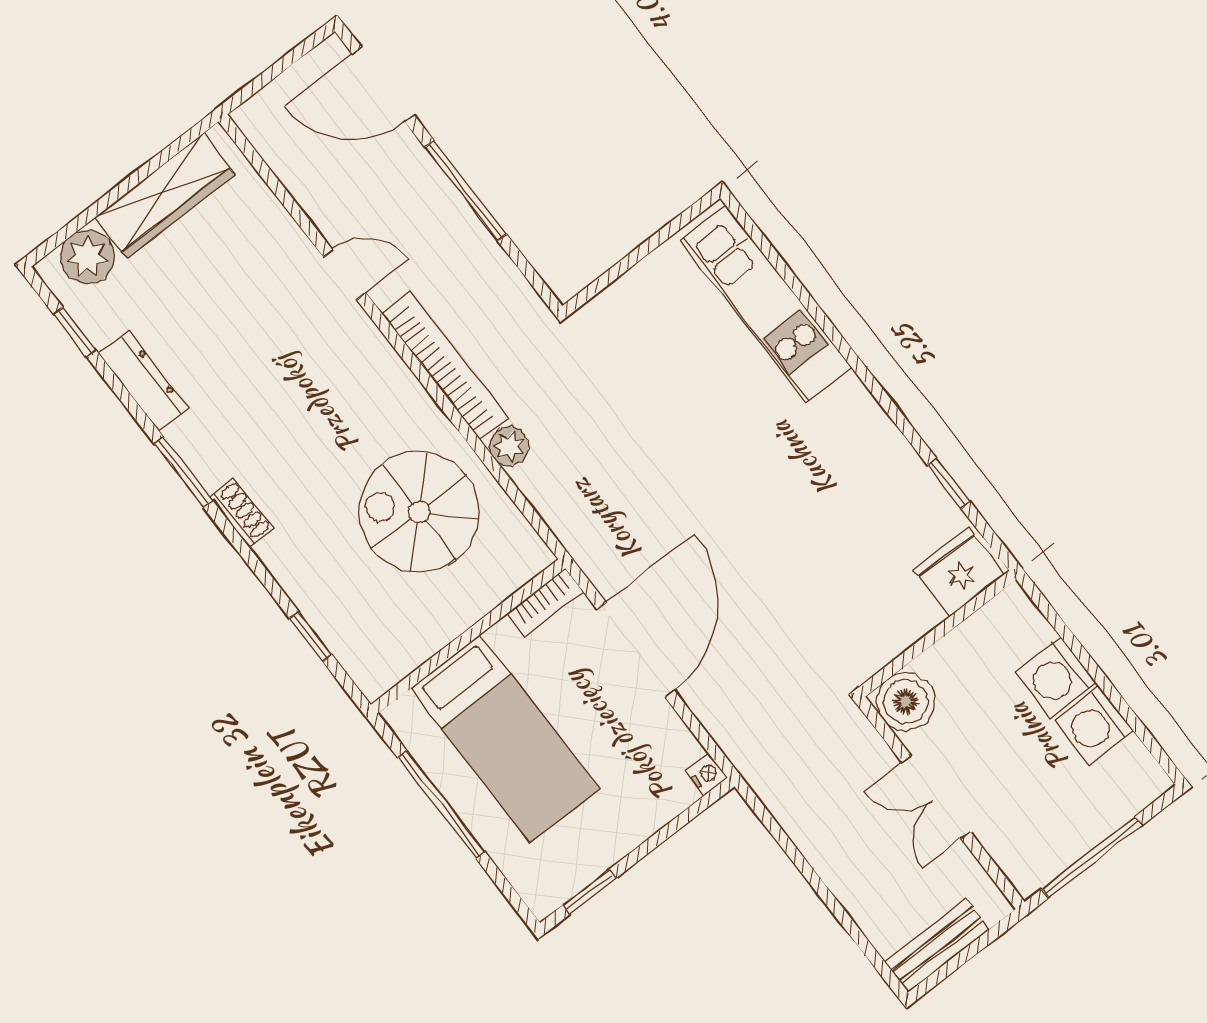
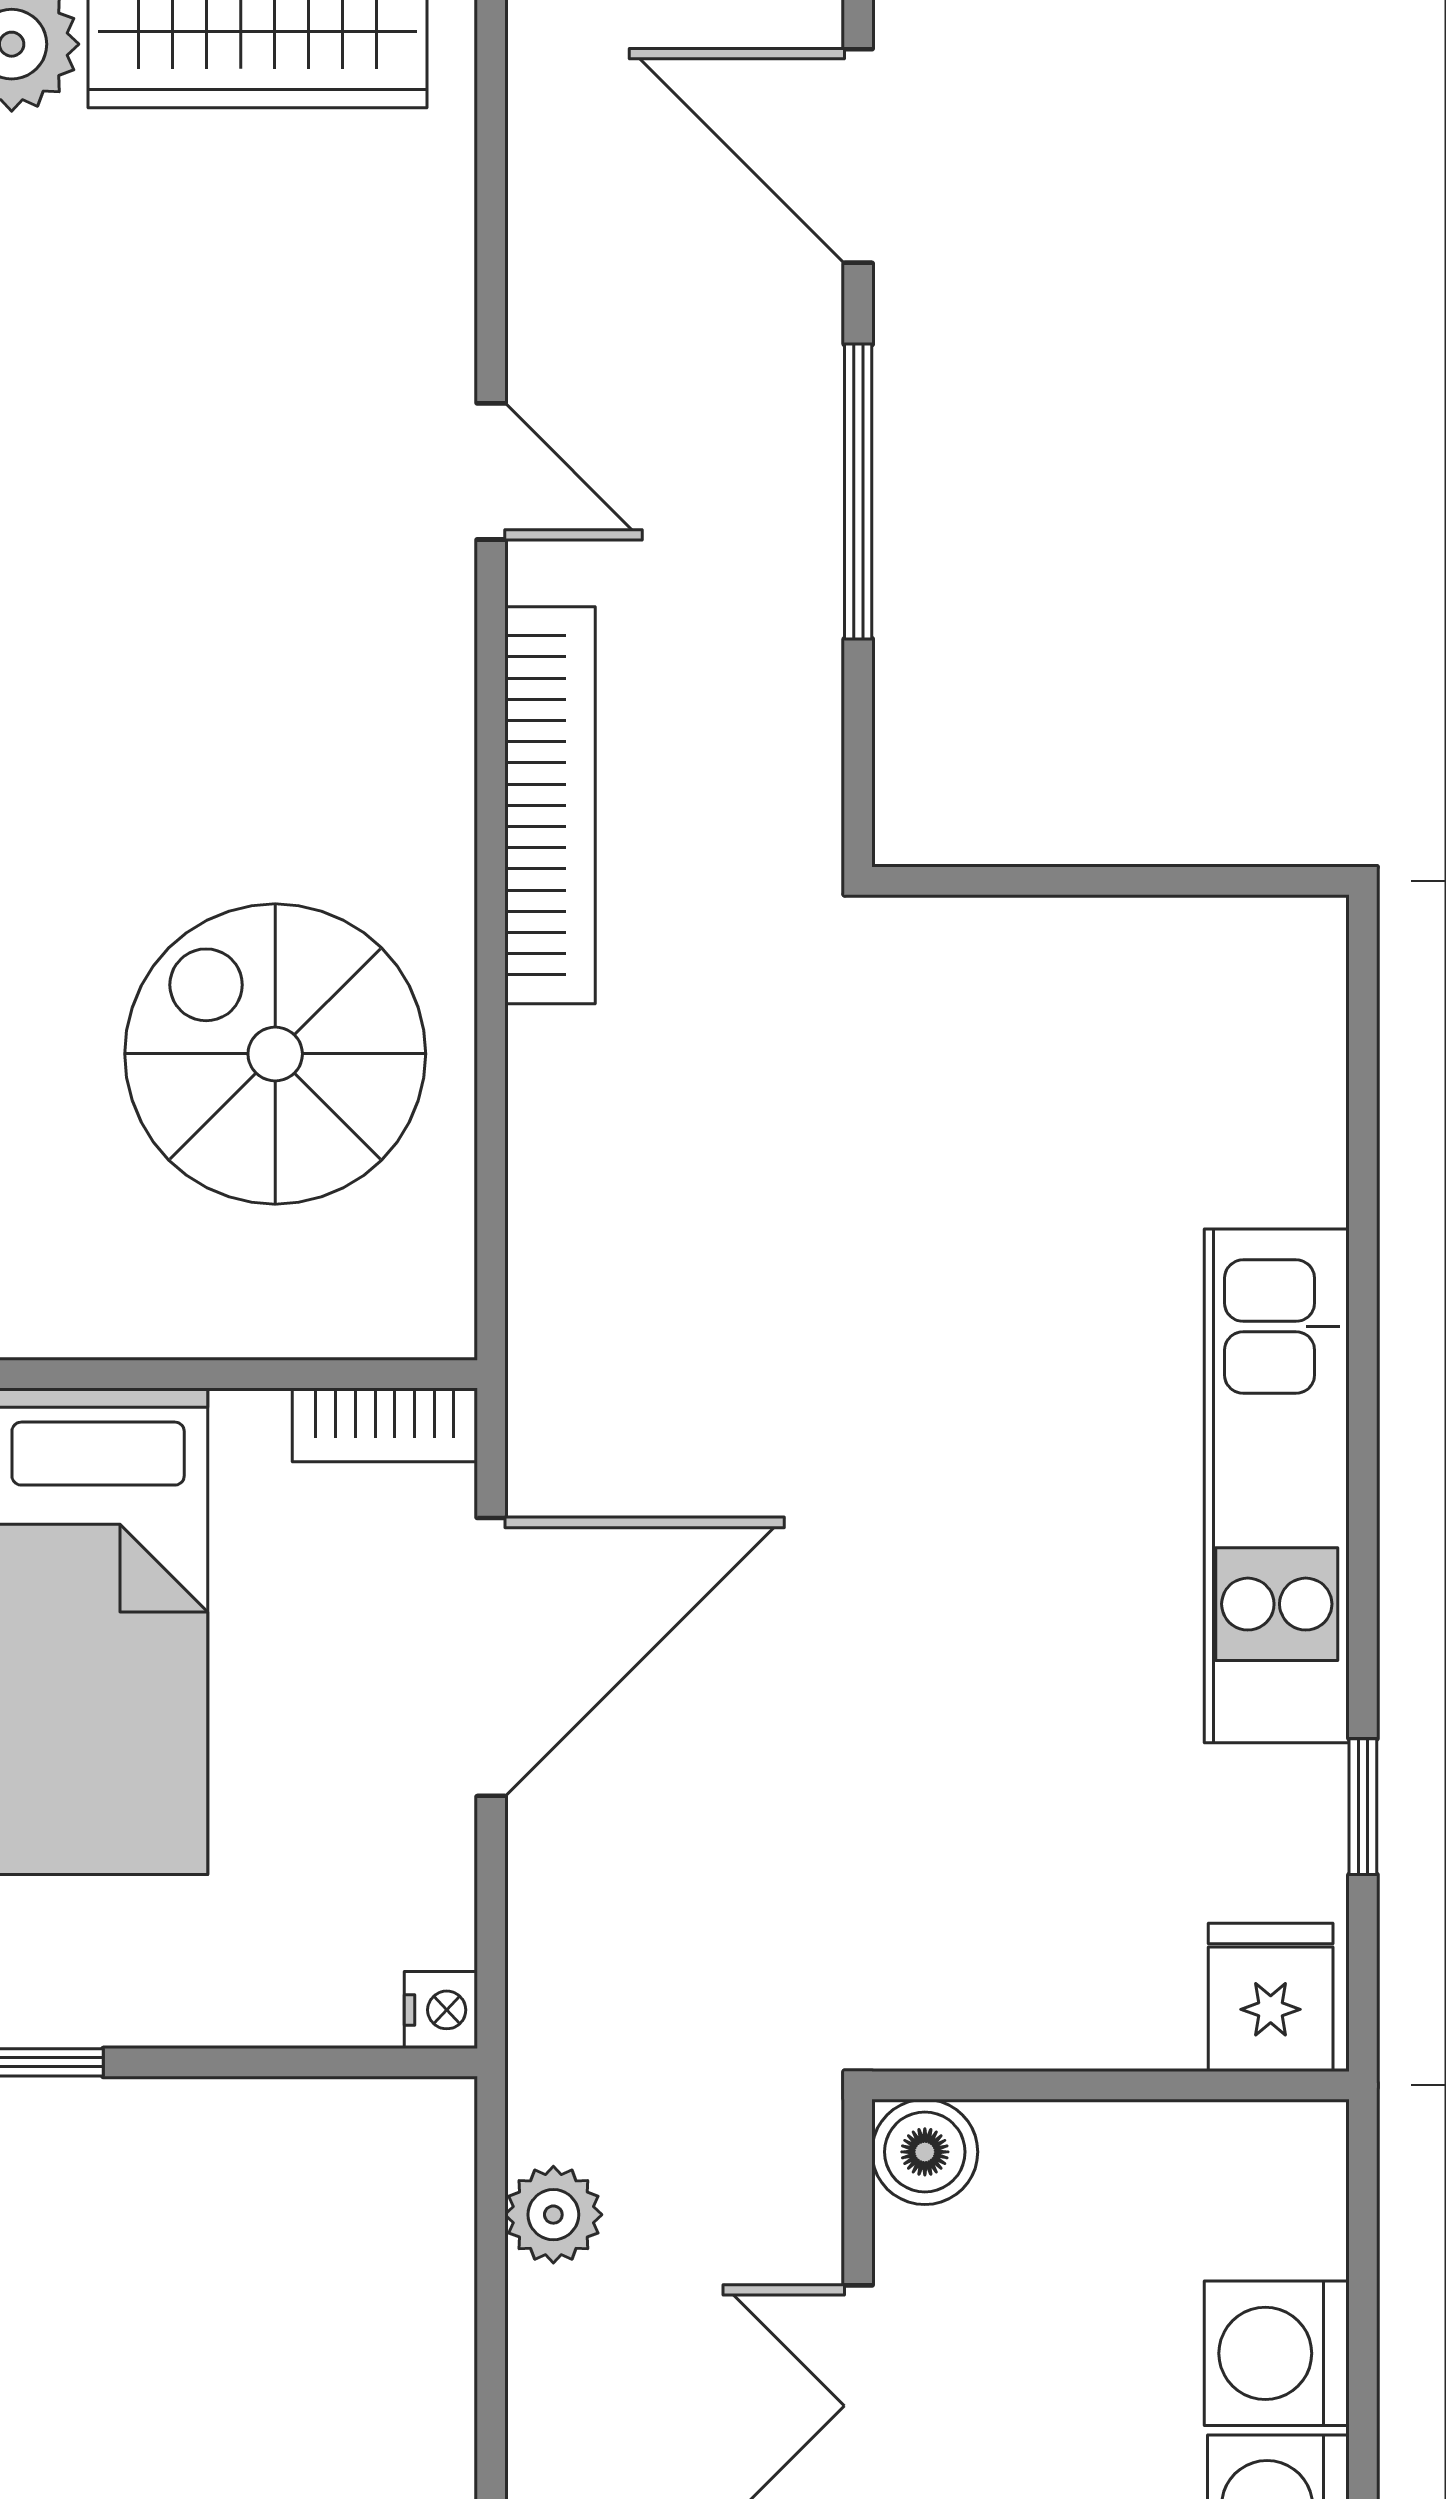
kitchen unit: (766, 304) -> (1277, 1486), moved
plant: (509, 446) -> (553, 2215), moved
fridge: (959, 572) -> (1271, 1997), width x0.72
boiler: (906, 702) -> (925, 2152), width x0.73, depth x0.73

